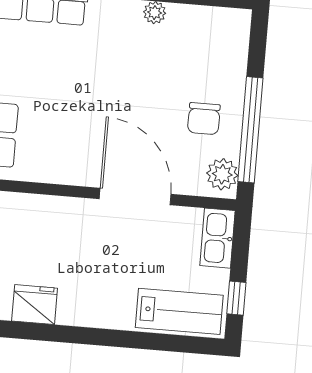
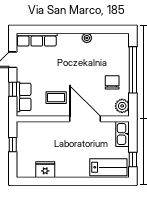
chair: (204, 119) -> (112, 82), turned 180
window: (250, 130) -> (133, 70), moved
coffee table: (73, 142) -> (56, 98), added

